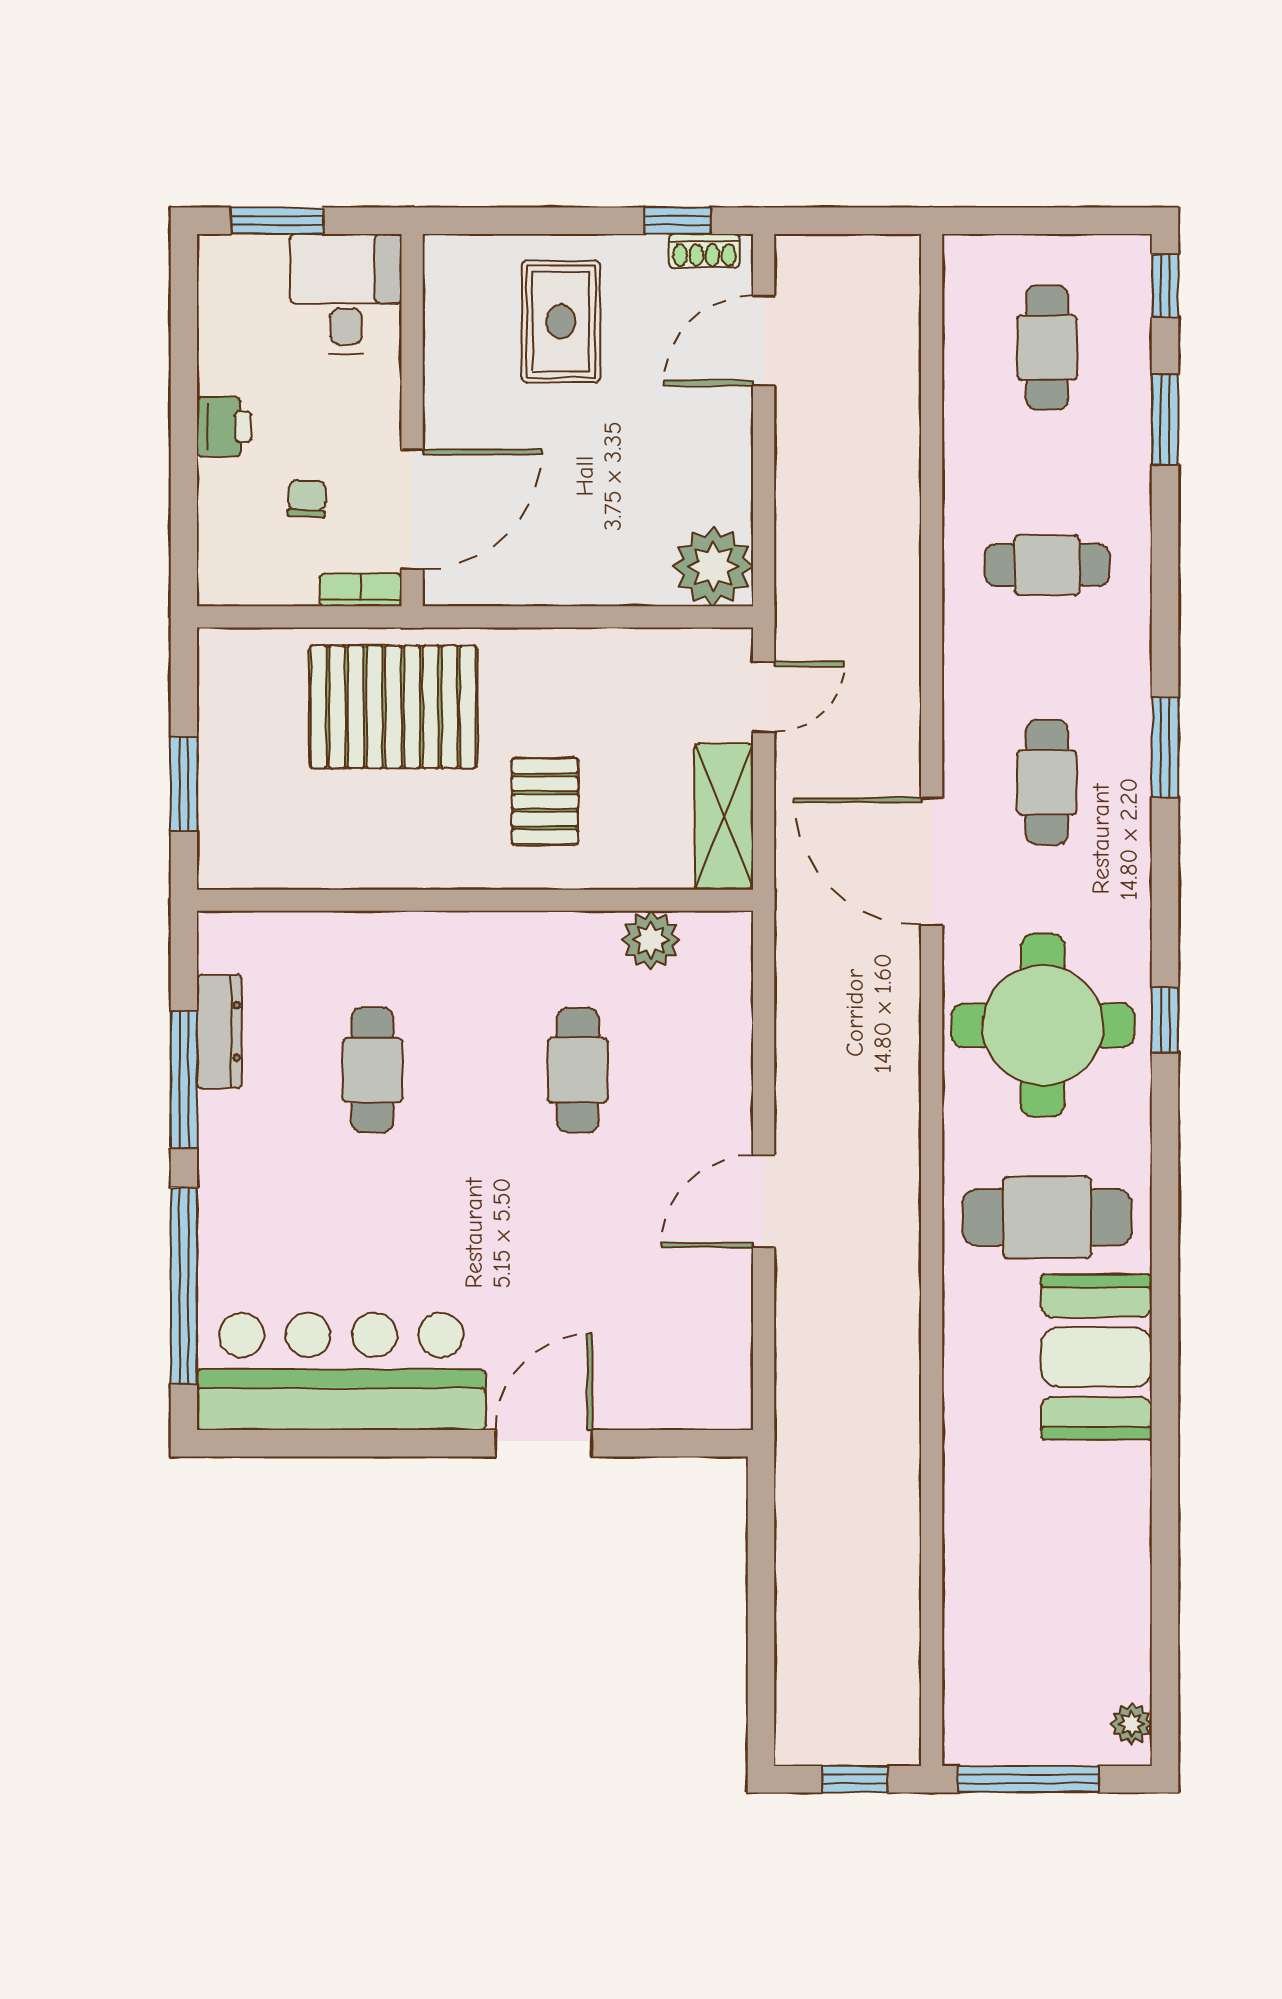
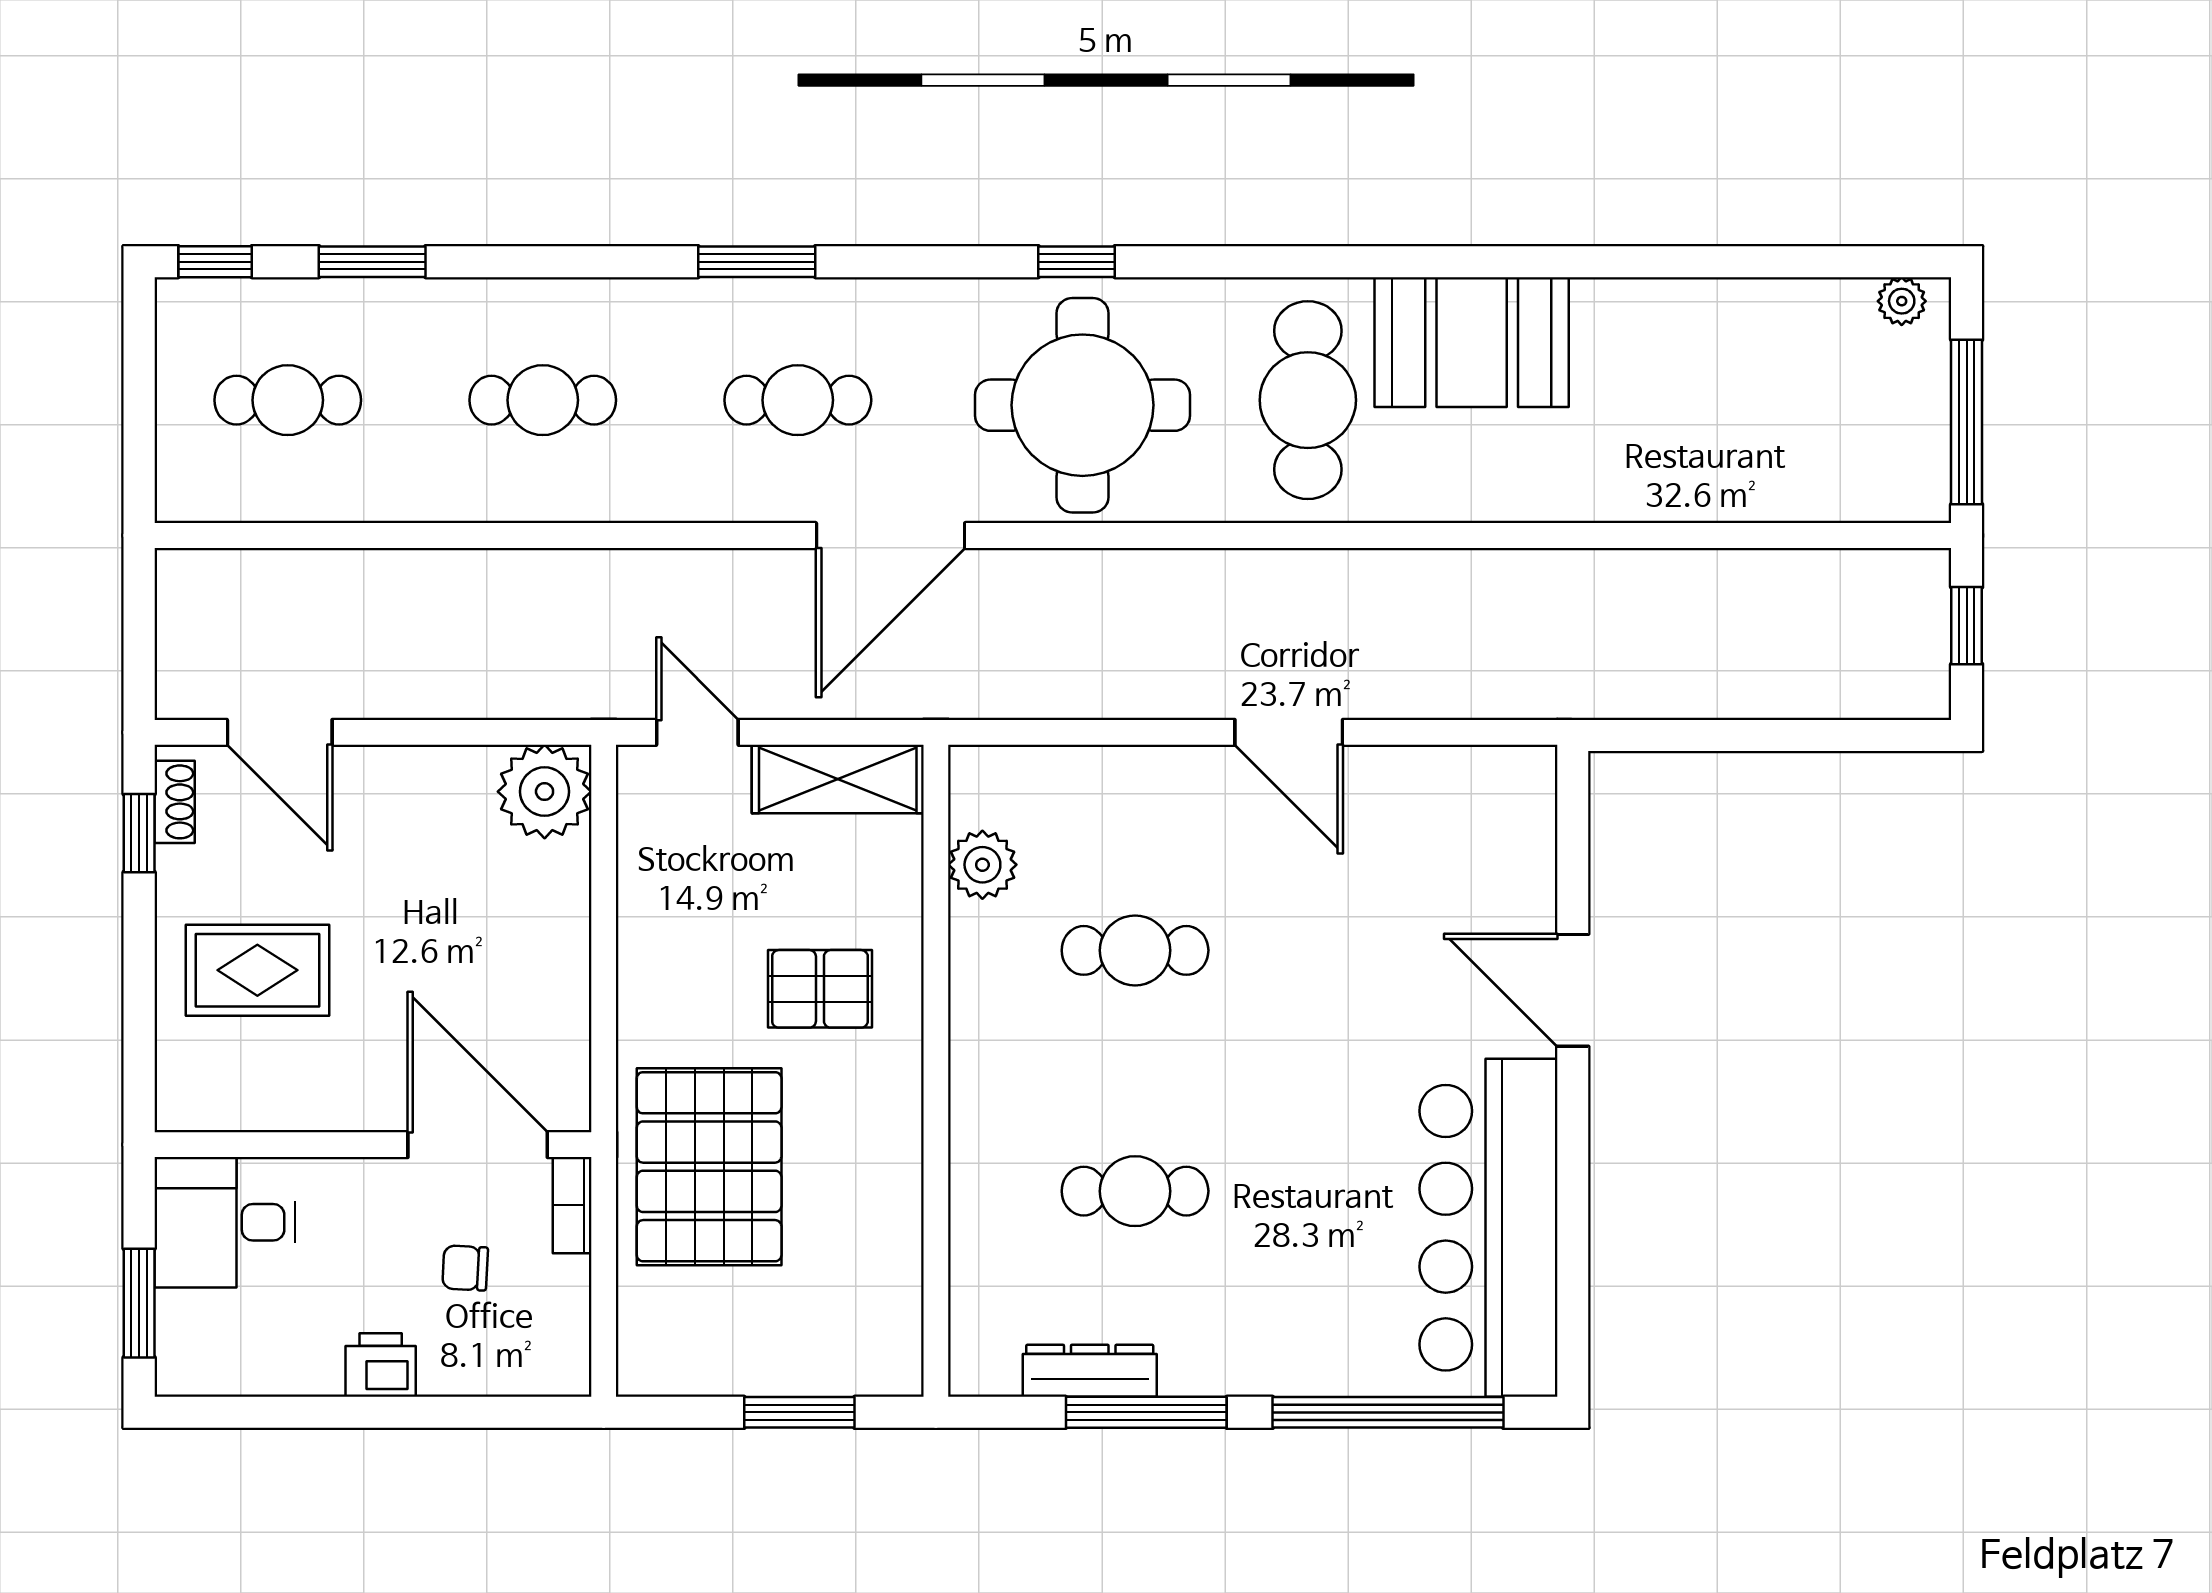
cafe table: (1047, 565) -> (543, 400), turned 90

